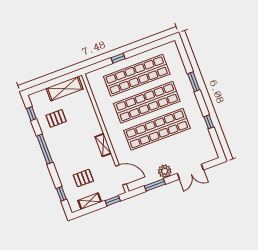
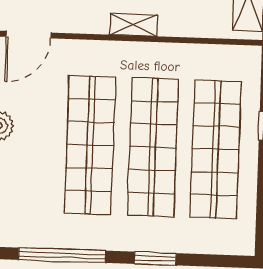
window: (209, 122) -> (62, 255), width x3.17
shelving: (103, 145) -> (134, 25), moved

